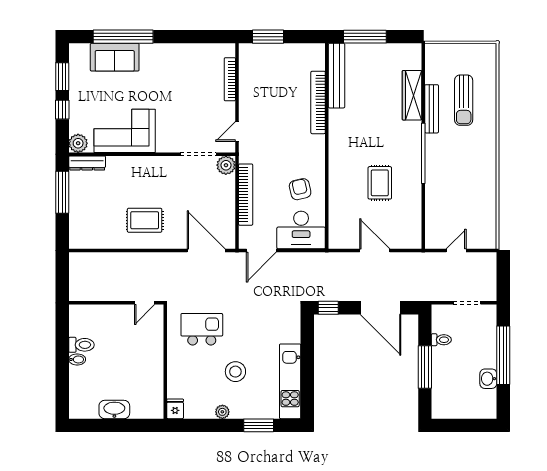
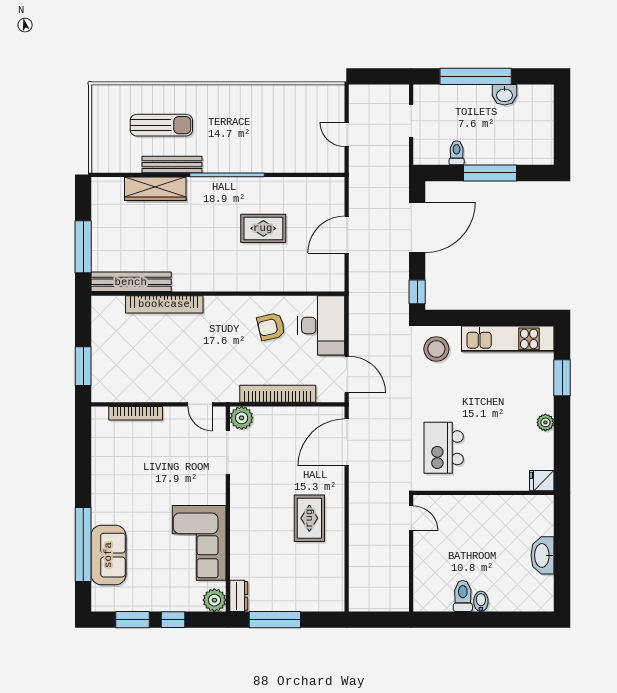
dresser: (87, 163) -> (239, 596), width x0.70
stool: (235, 372) -> (436, 349), moved

